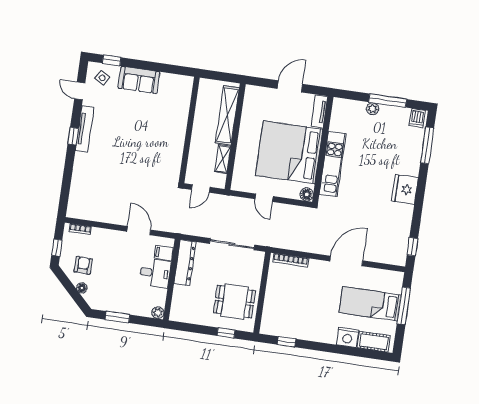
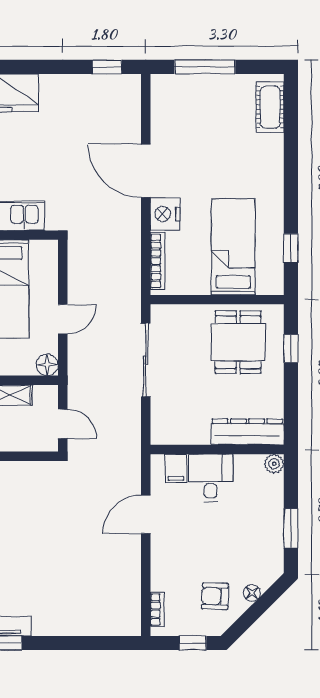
floor lamp: (307, 194) -> (47, 365), moved
dresser: (185, 263) -> (247, 432), moved
bed: (370, 304) -> (233, 247), moved, turned 180
nightstand: (347, 337) -> (165, 214), moved, turned 180

